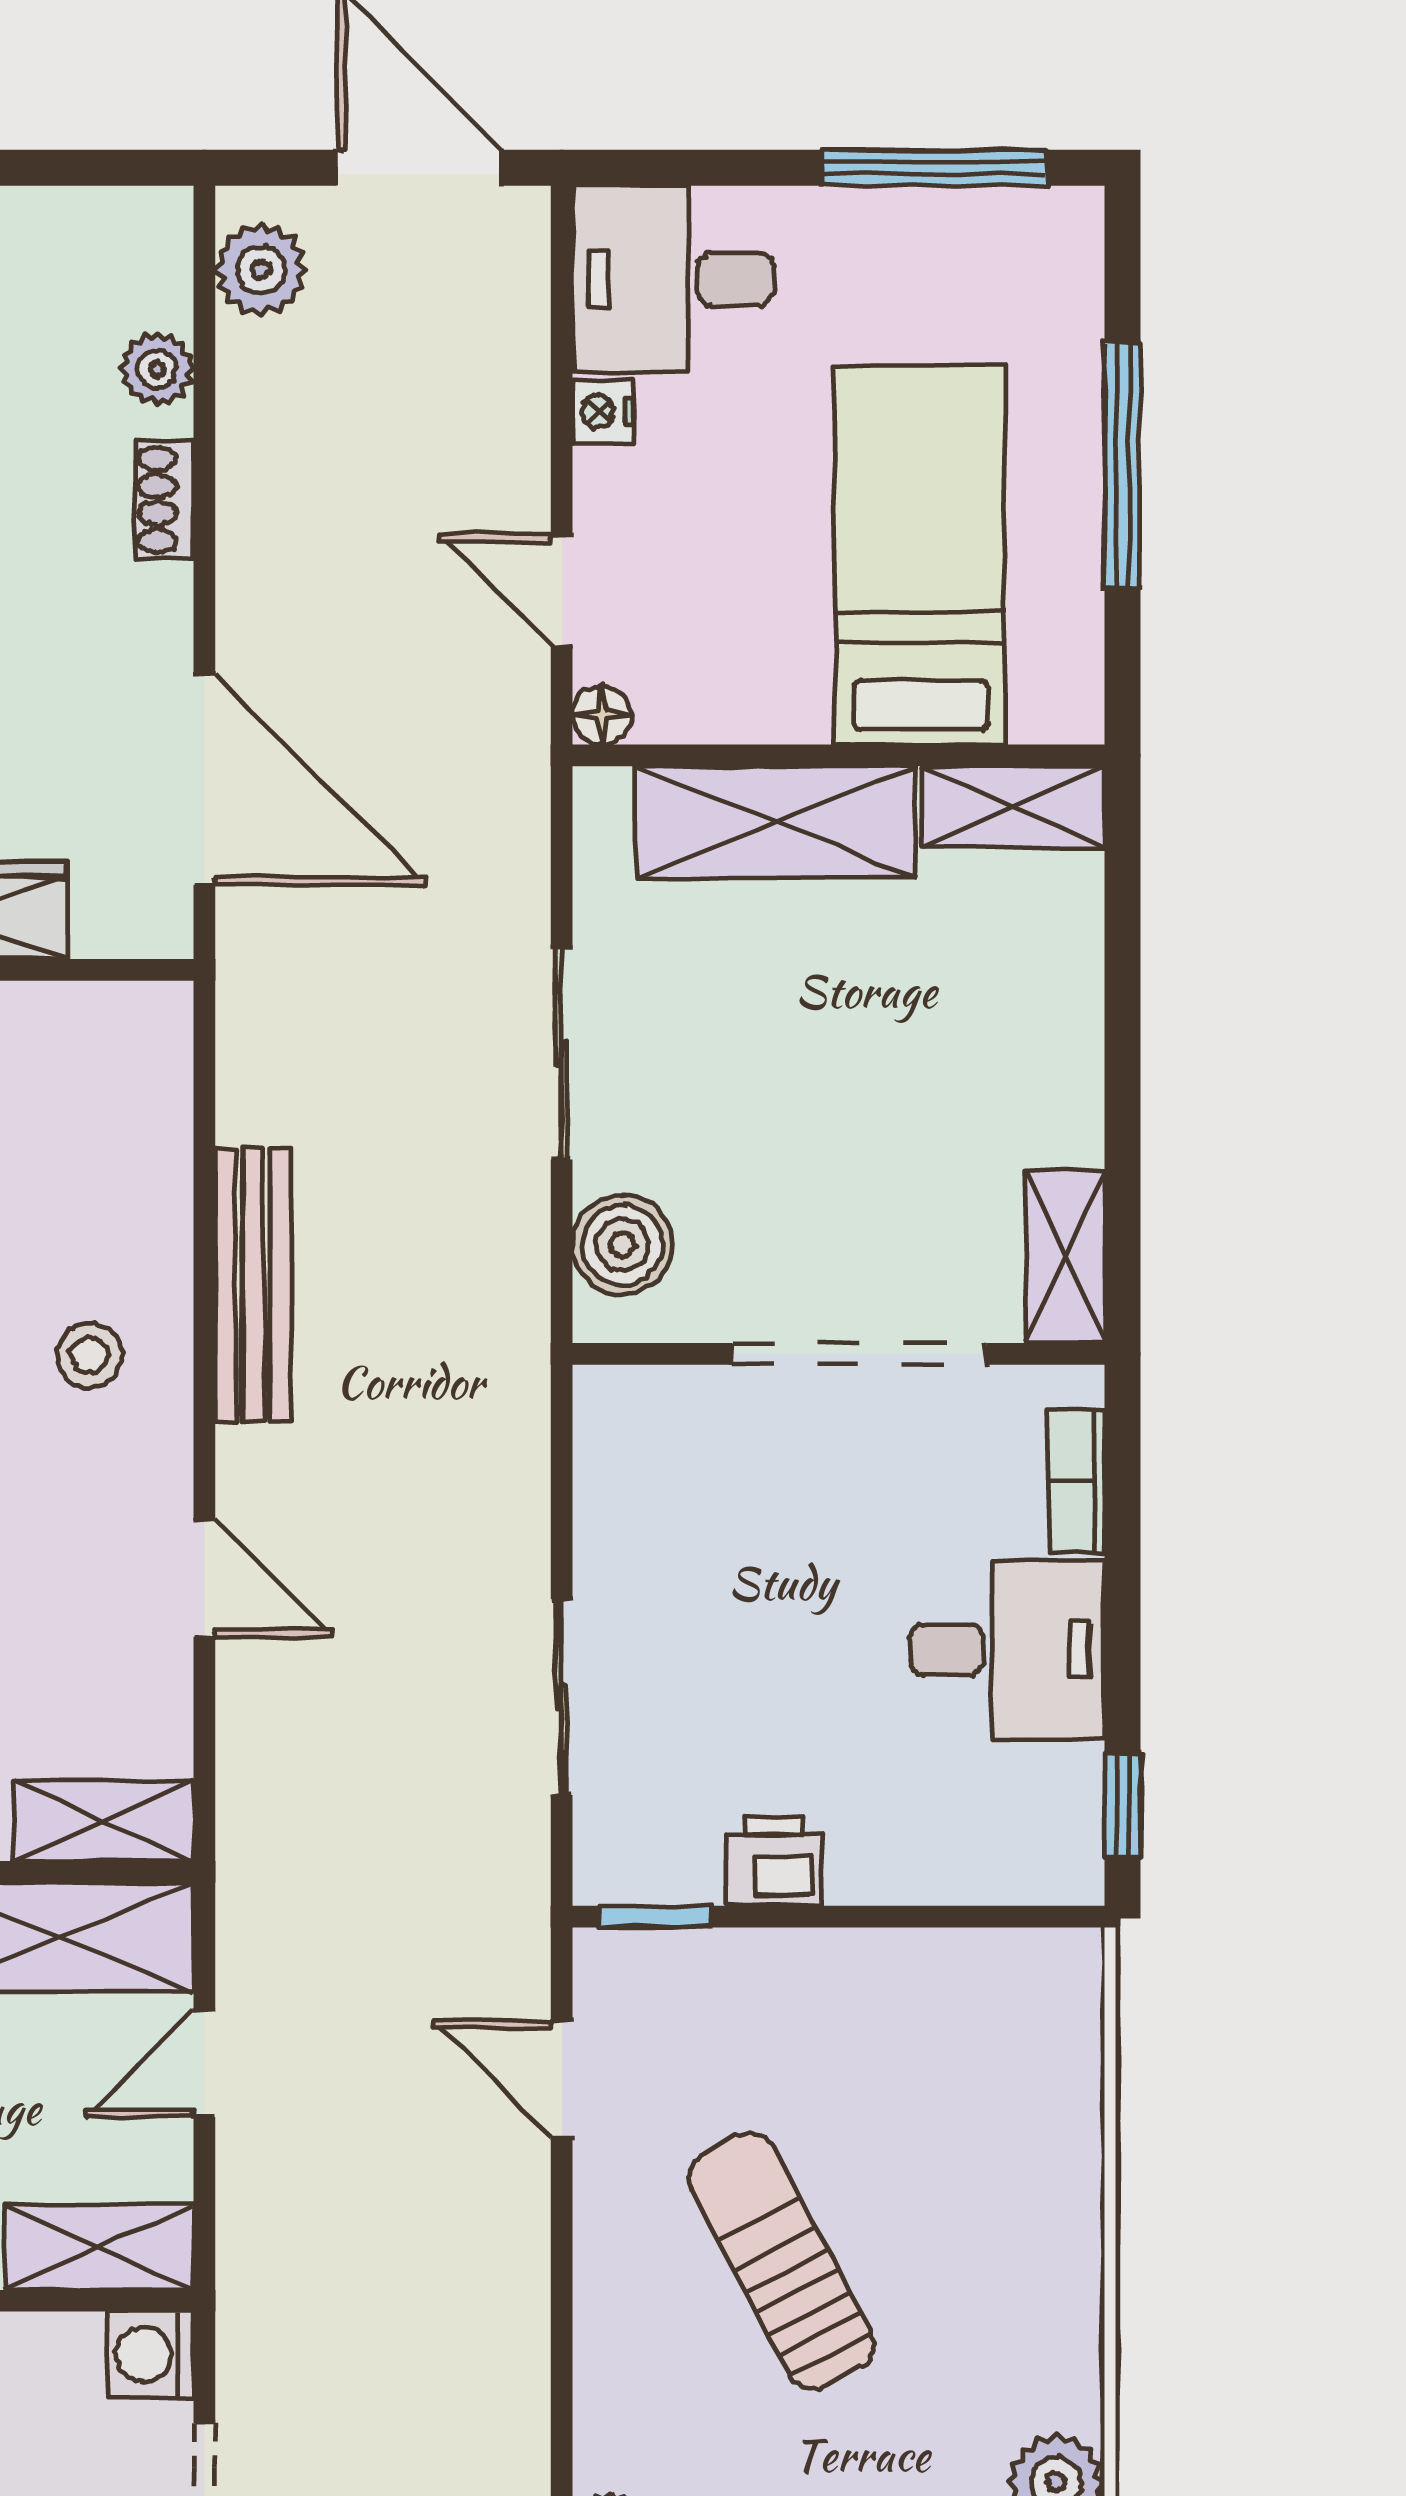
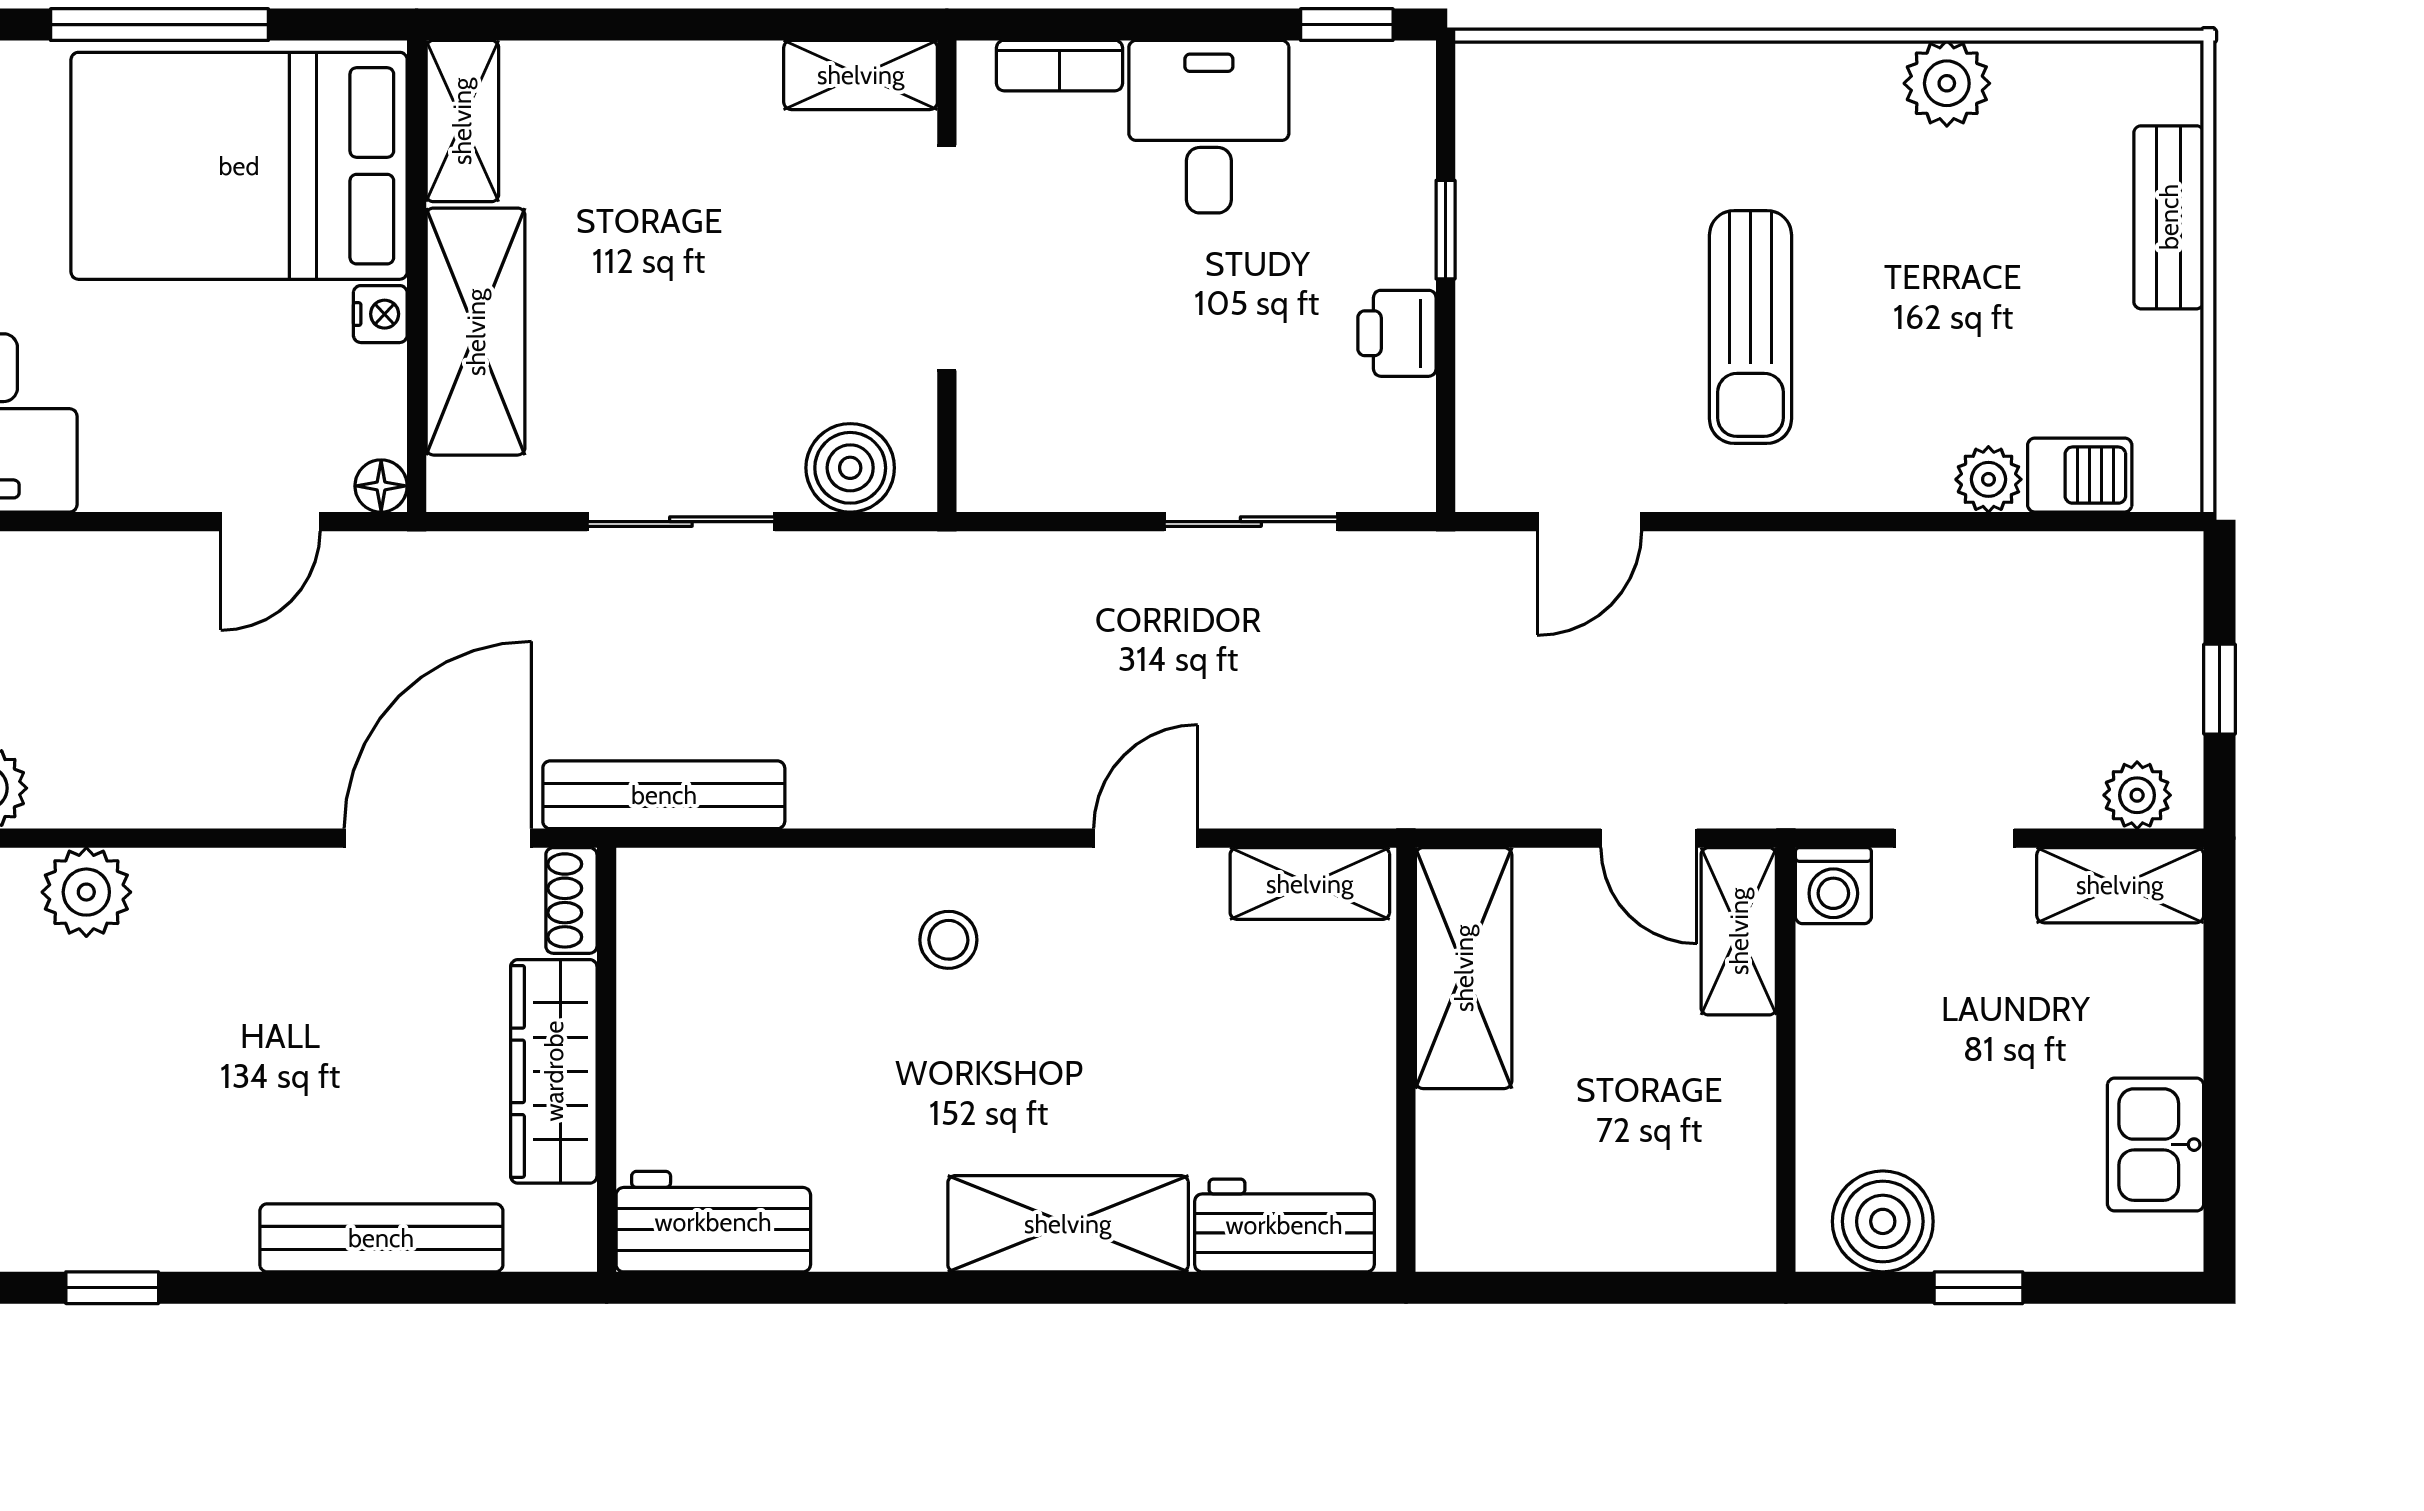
plant: (157, 369) -> (86, 892), width x1.38, depth x1.38
nightstand: (603, 411) -> (380, 314), moved, turned -90
shoe rack: (165, 500) -> (571, 900), moved, turned 90
bed: (920, 555) -> (239, 166), width x1.50
bench: (253, 1285) -> (664, 795), moved
shelving: (104, 1821) -> (1310, 884), moved, turned 90
window: (655, 1917) -> (1446, 230), moved
door: (204, 2063) -> (1649, 838), moved
sun lounger: (781, 2261) -> (1750, 327), turned -62

